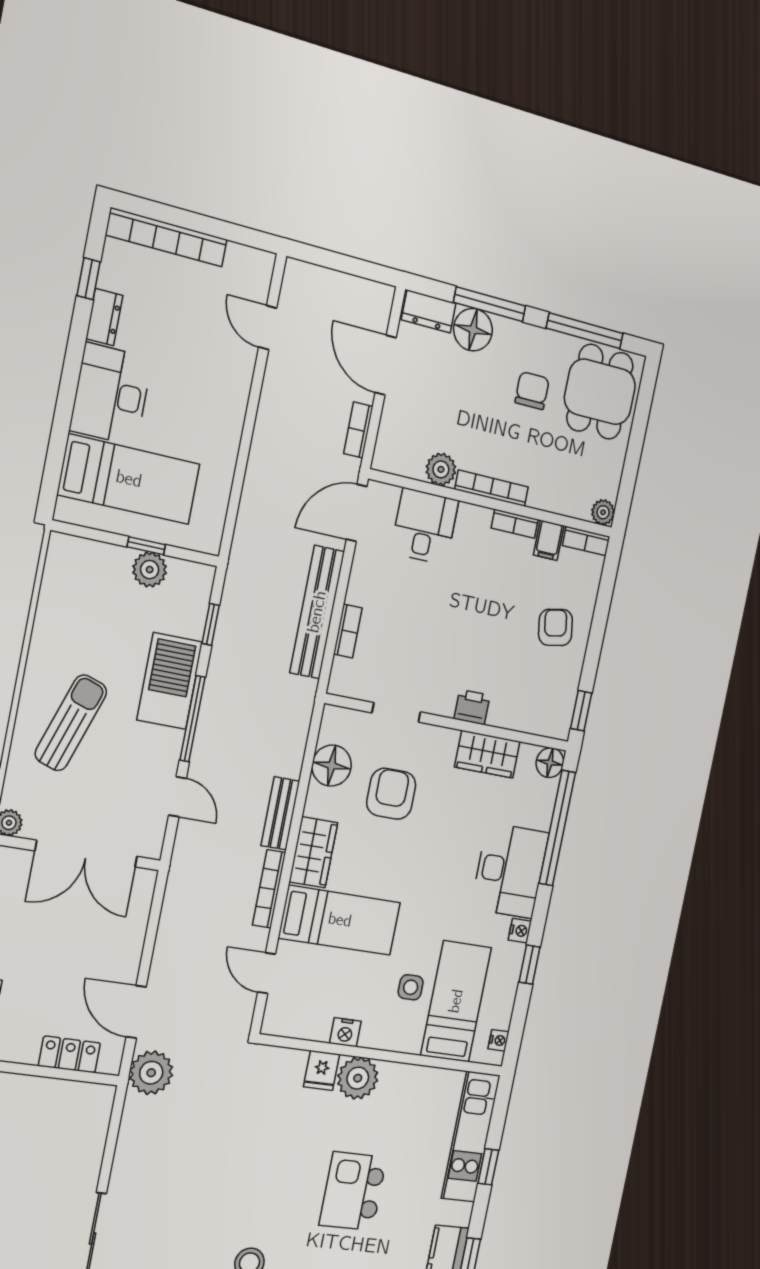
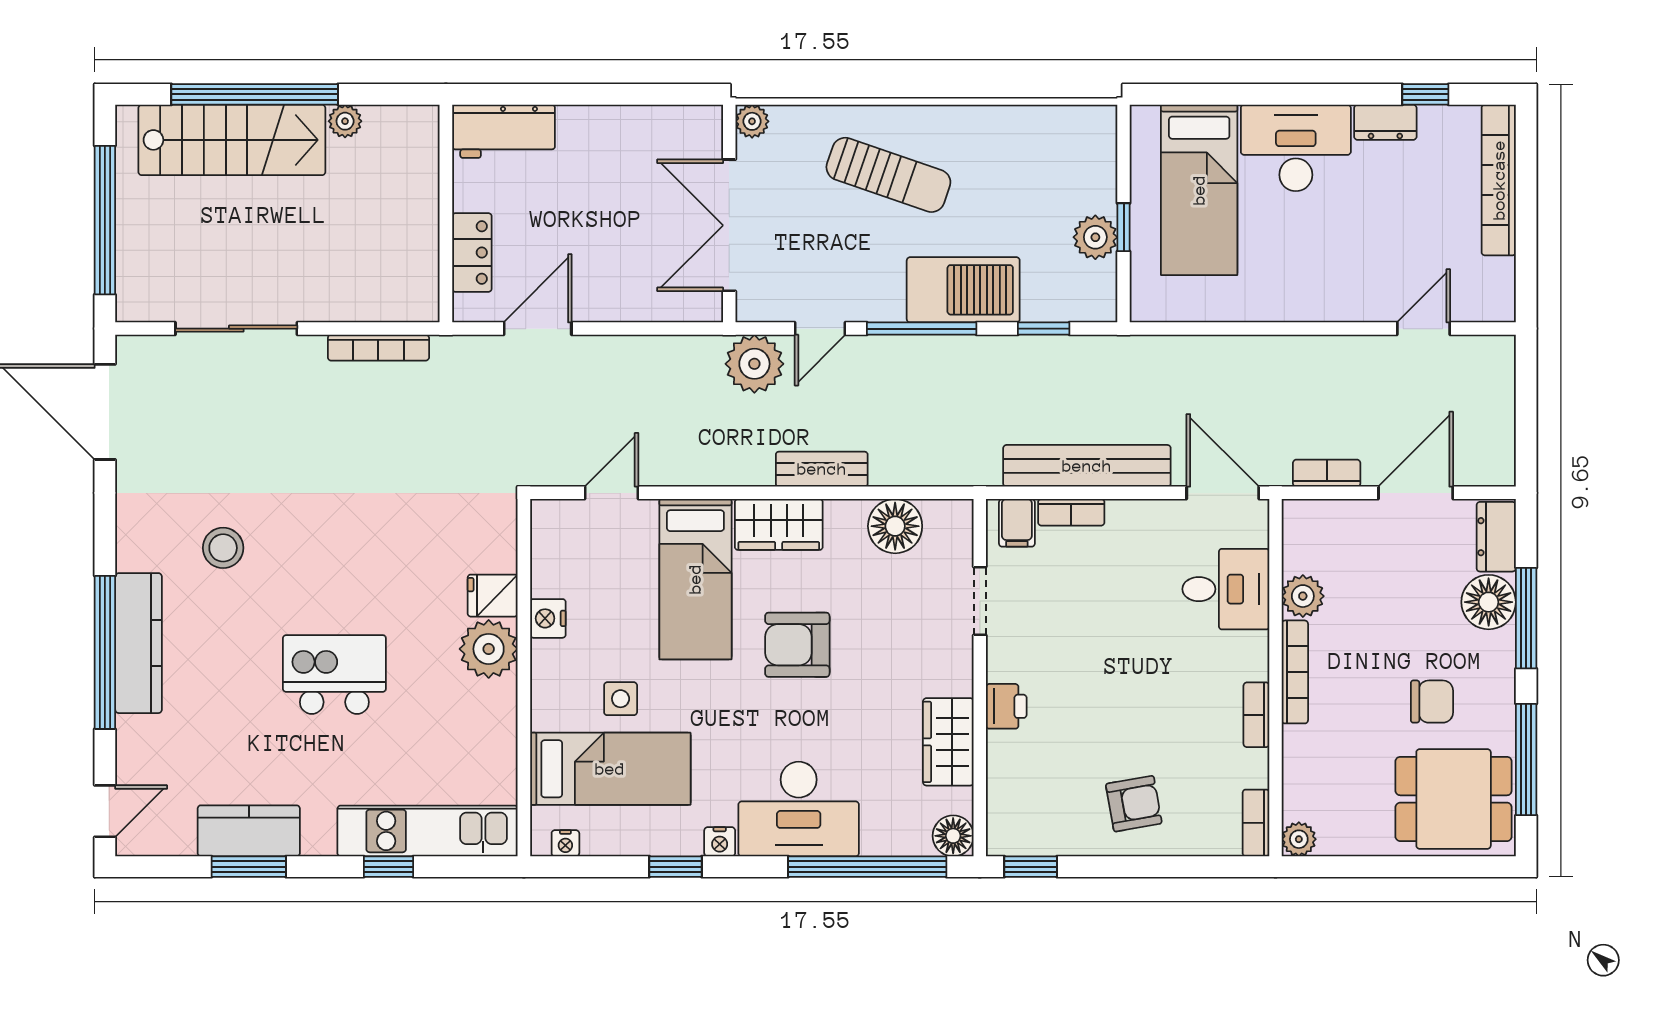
filing cabinet: (549, 540) -> (1017, 523), moved, turned -90
armchair: (391, 794) -> (797, 645), moved, turned 180
bookcase: (269, 889) -> (378, 348), moved, turned 180
plant: (151, 1073) -> (754, 364), moved

